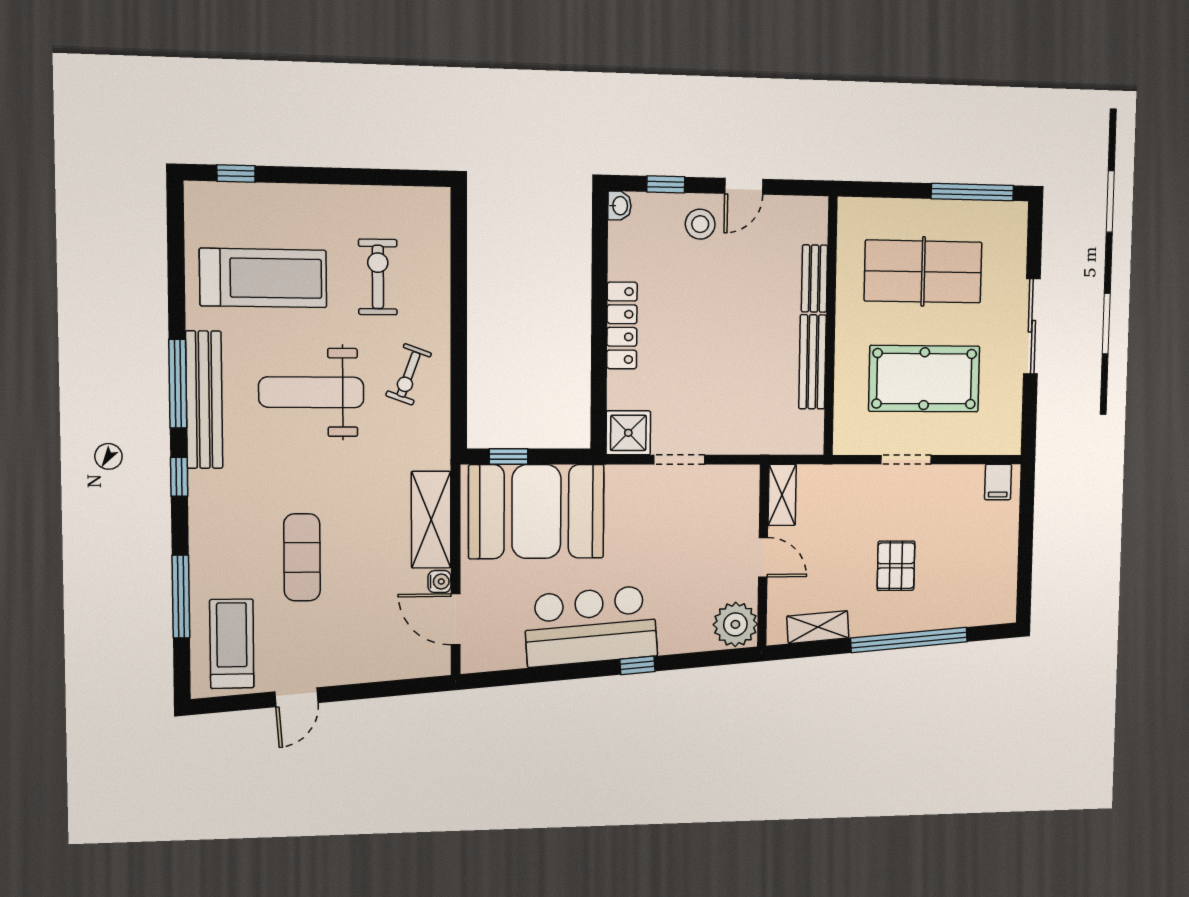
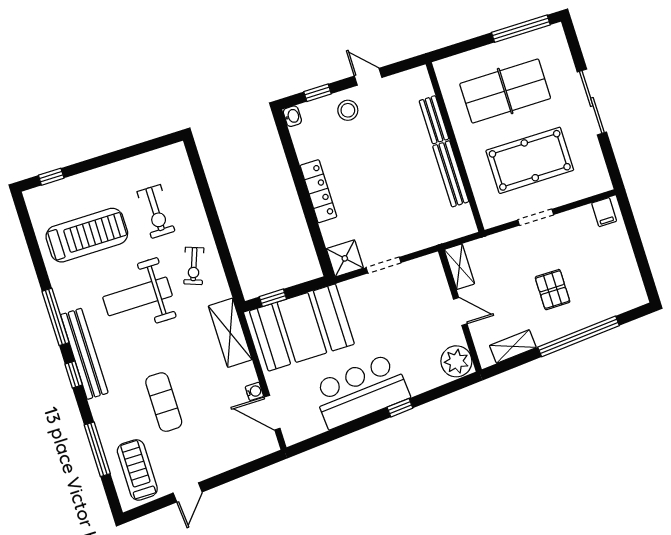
door: (744, 186) -> (368, 77), swing flipped
exercise bike: (378, 277) -> (156, 211), turned 180
bench: (204, 400) -> (84, 354), moved
shelving: (431, 520) -> (230, 333), moved

